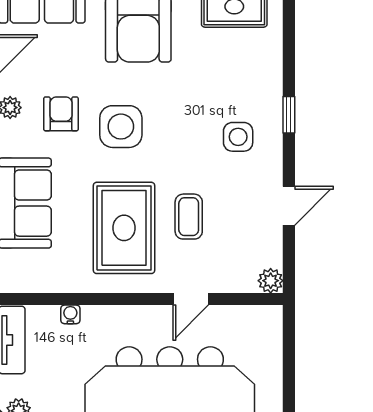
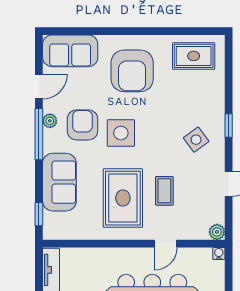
armchair: (61, 114) -> (82, 125), width x1.38, depth x1.38
side table: (238, 137) -> (196, 140), turned -36
water cooler: (70, 314) -> (219, 253), moved

